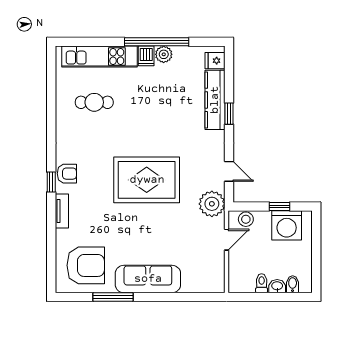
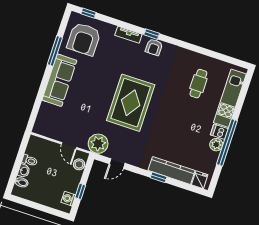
washing machine: (287, 225) -> (68, 199), width x0.53, depth x0.53
window: (51, 270) -> (88, 13), added

